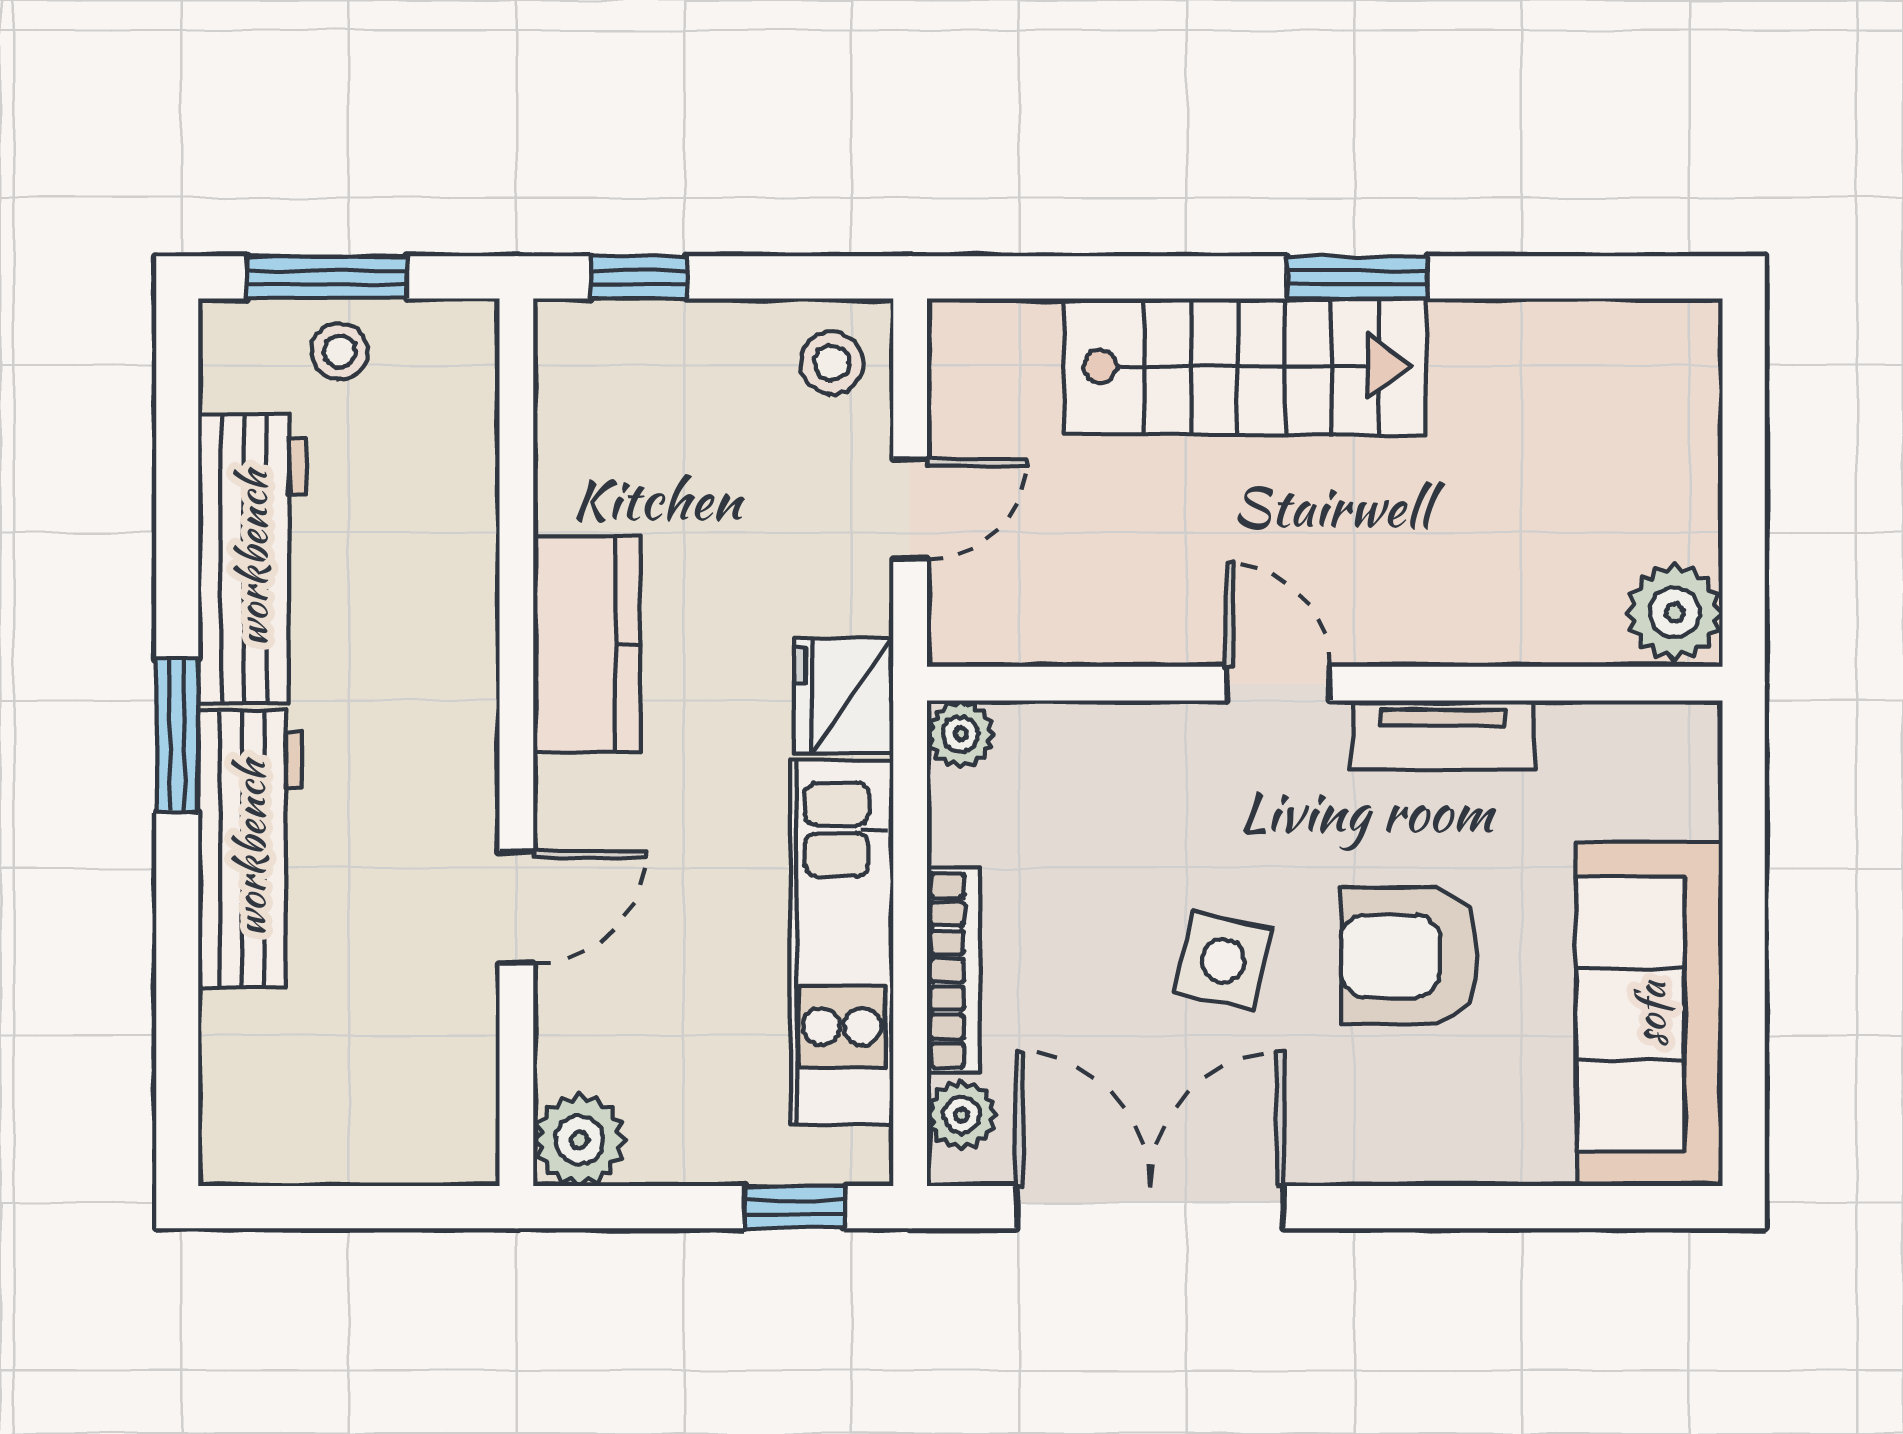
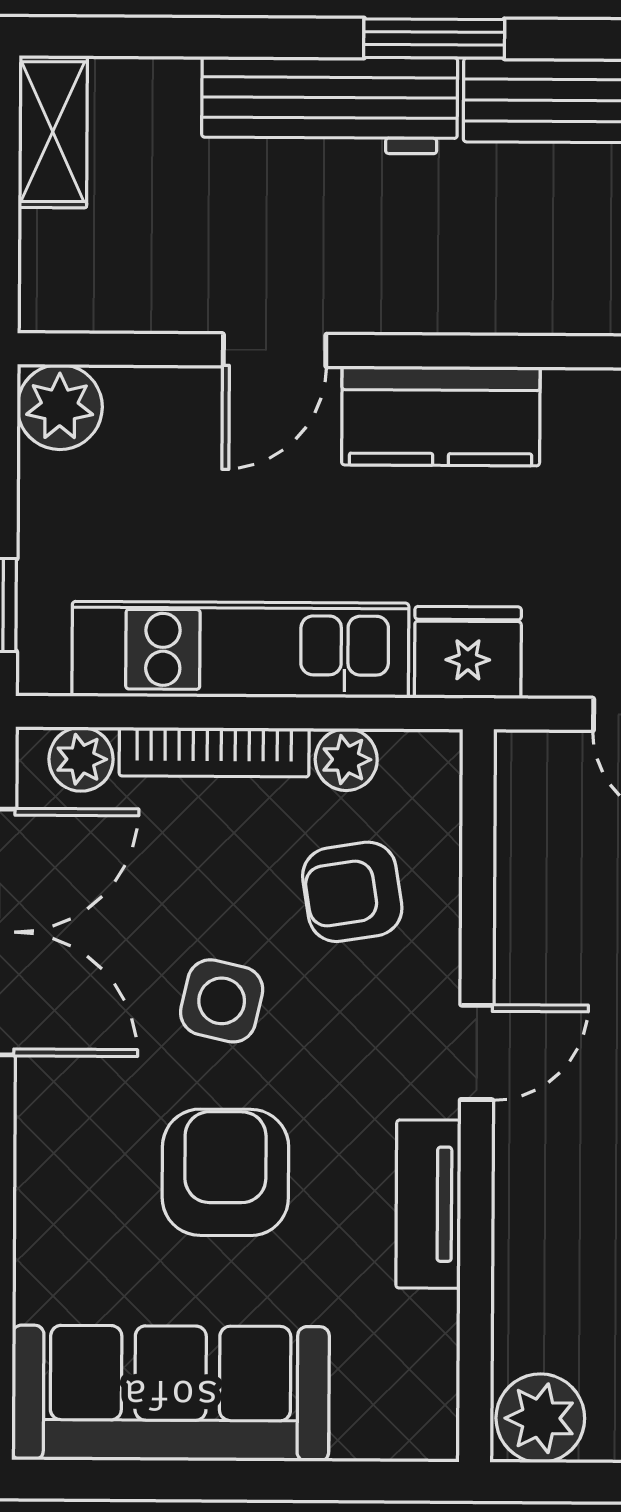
kitchen counter: (587, 644) -> (441, 416), moved
plant: (961, 734) -> (346, 760), moved
armchair: (1104, 820) -> (352, 892), added
door: (516, 907) -> (275, 350), hinge flipped
shelving: (281, 1149) -> (53, 132), added

